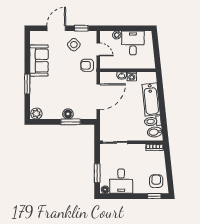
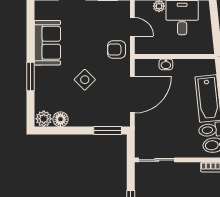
side table: (74, 45) -> (85, 80), moved
washing machine: (132, 76) -> (180, 65), removed
floor lamp: (68, 114) -> (60, 119), moved
window: (71, 122) -> (108, 131), moved

